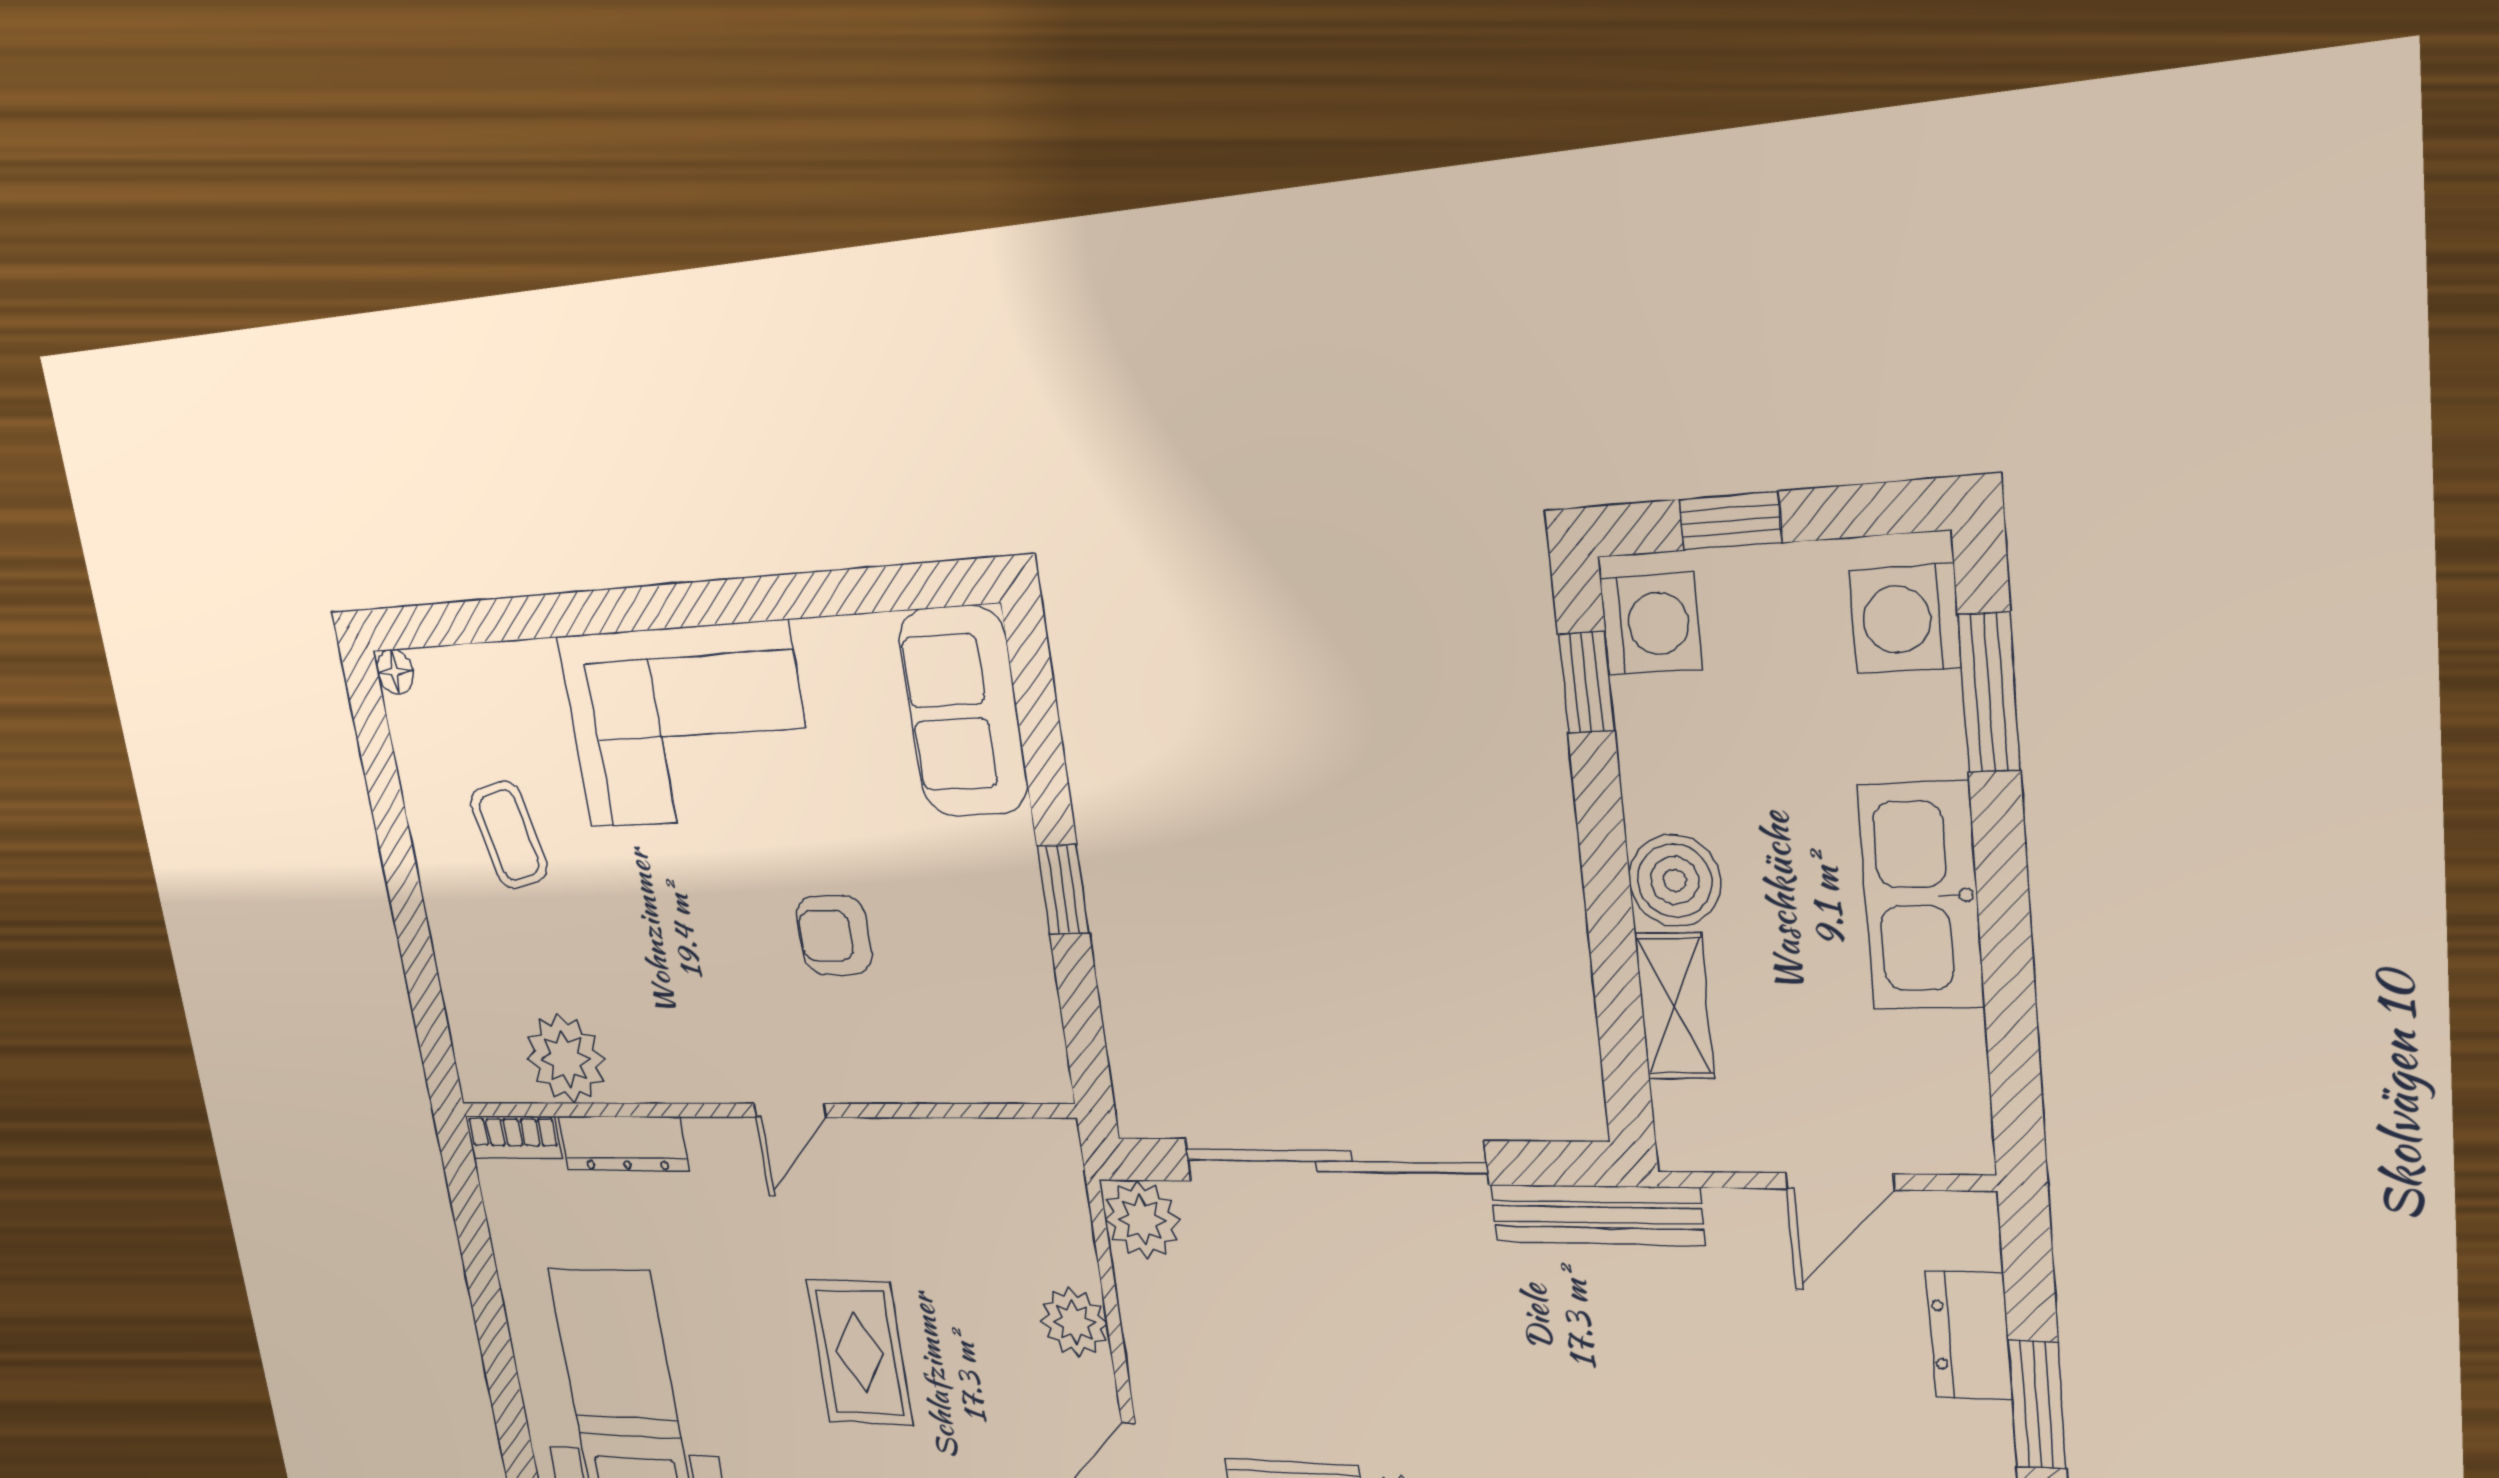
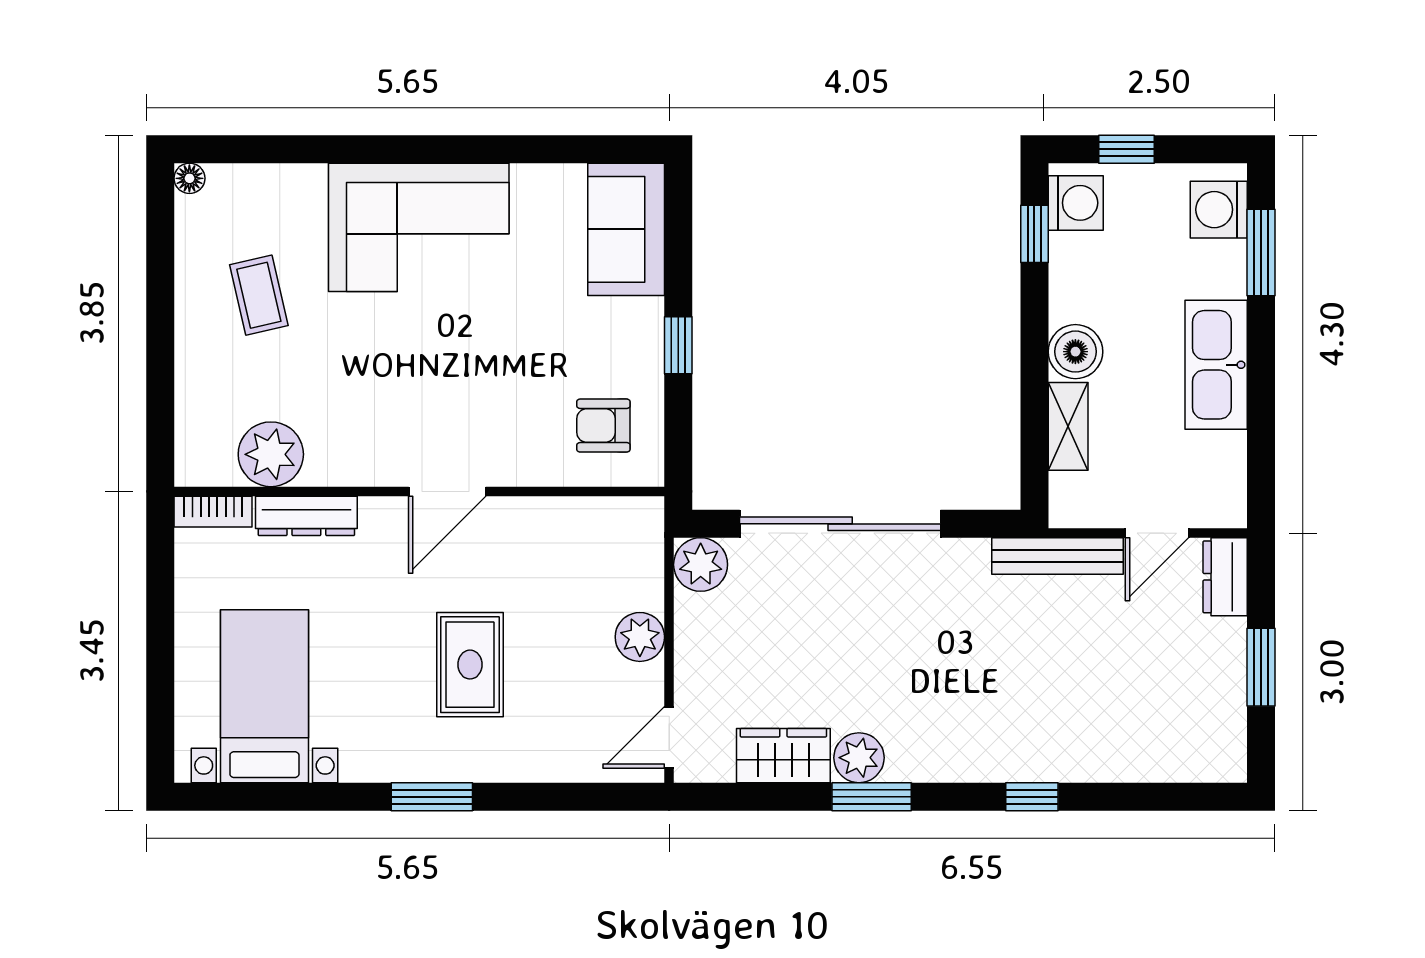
armchair: (834, 936) -> (603, 426), moved
door: (790, 1110) -> (447, 491), width x1.38
bench: (1597, 1215) -> (1058, 556), moved
dresser: (1969, 1336) -> (1225, 577), moved

